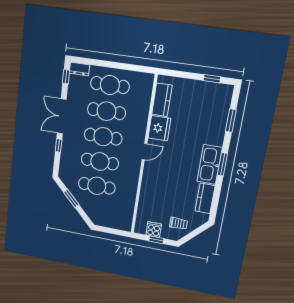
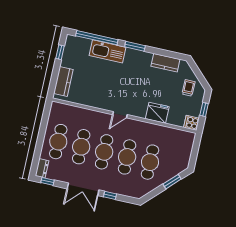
kitchen counter: (162, 100) -> (63, 81), moved, turned 90
window: (231, 121) -> (97, 38), width x2.11
fridge: (159, 128) -> (157, 113), moved
door: (145, 152) -> (120, 115), swing flipped
kitchen sink: (210, 164) -> (108, 51), moved
window: (71, 198) -> (172, 182), moved
cooker: (154, 230) -> (191, 123), moved

